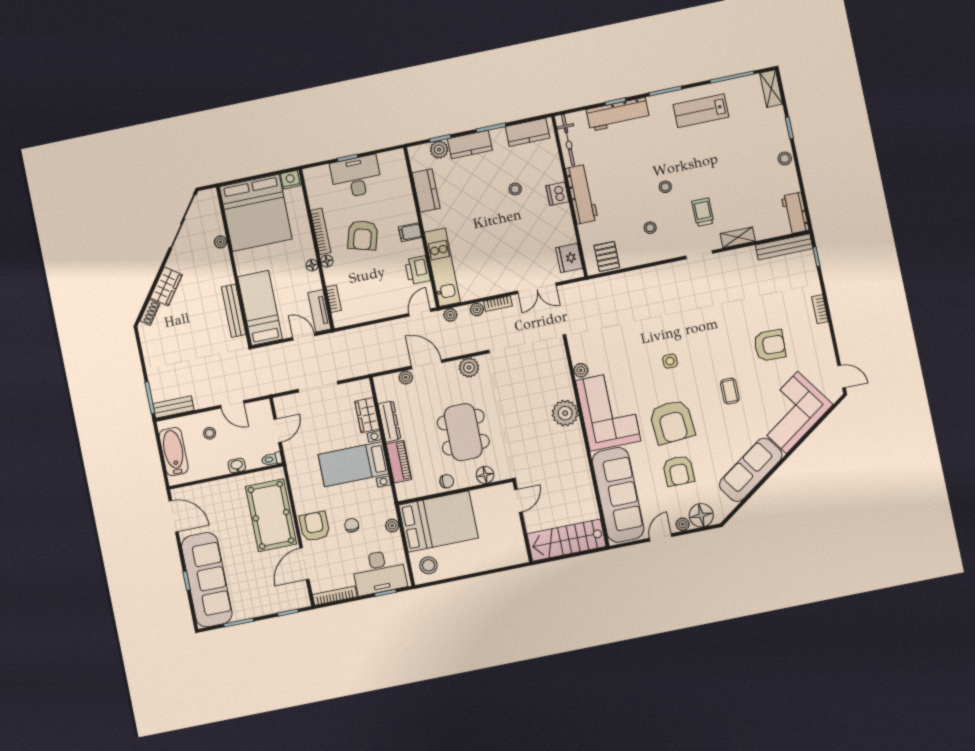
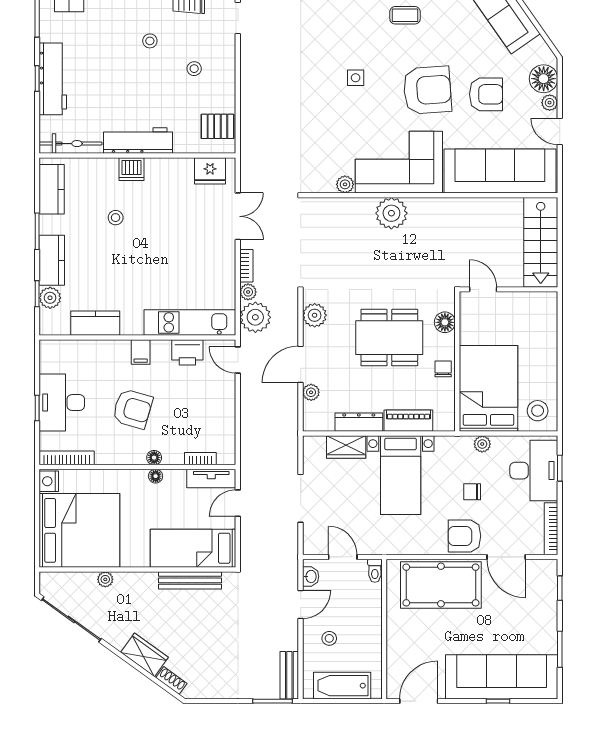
bookcase: (321, 231) -> (67, 458), moved
plant: (450, 315) -> (255, 317), width x1.88, depth x1.88
washbasin: (237, 466) -> (311, 576), moved, turned 180

